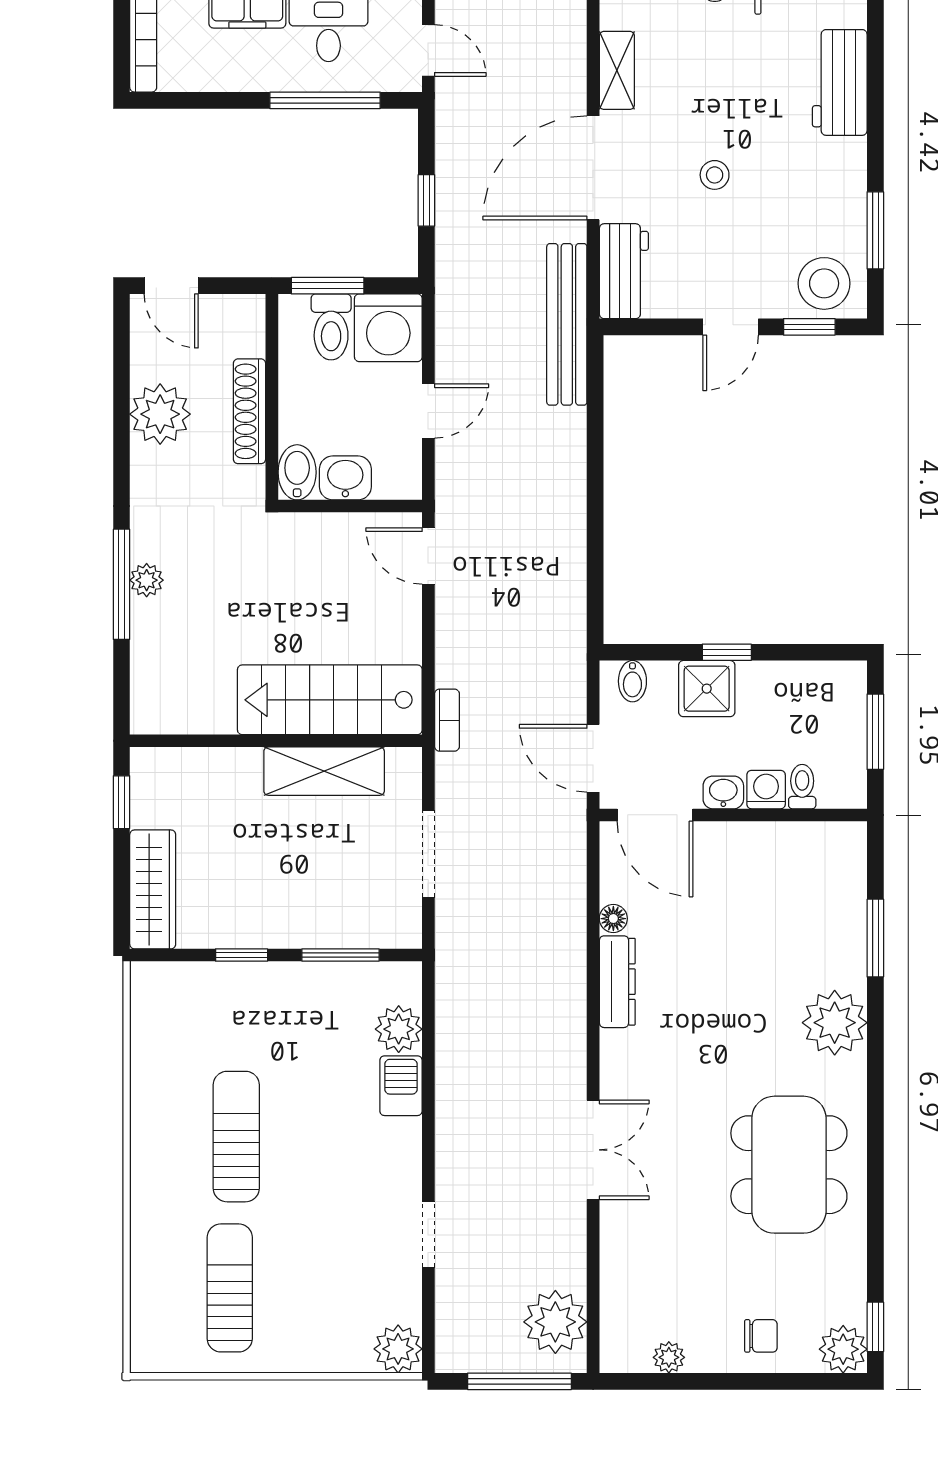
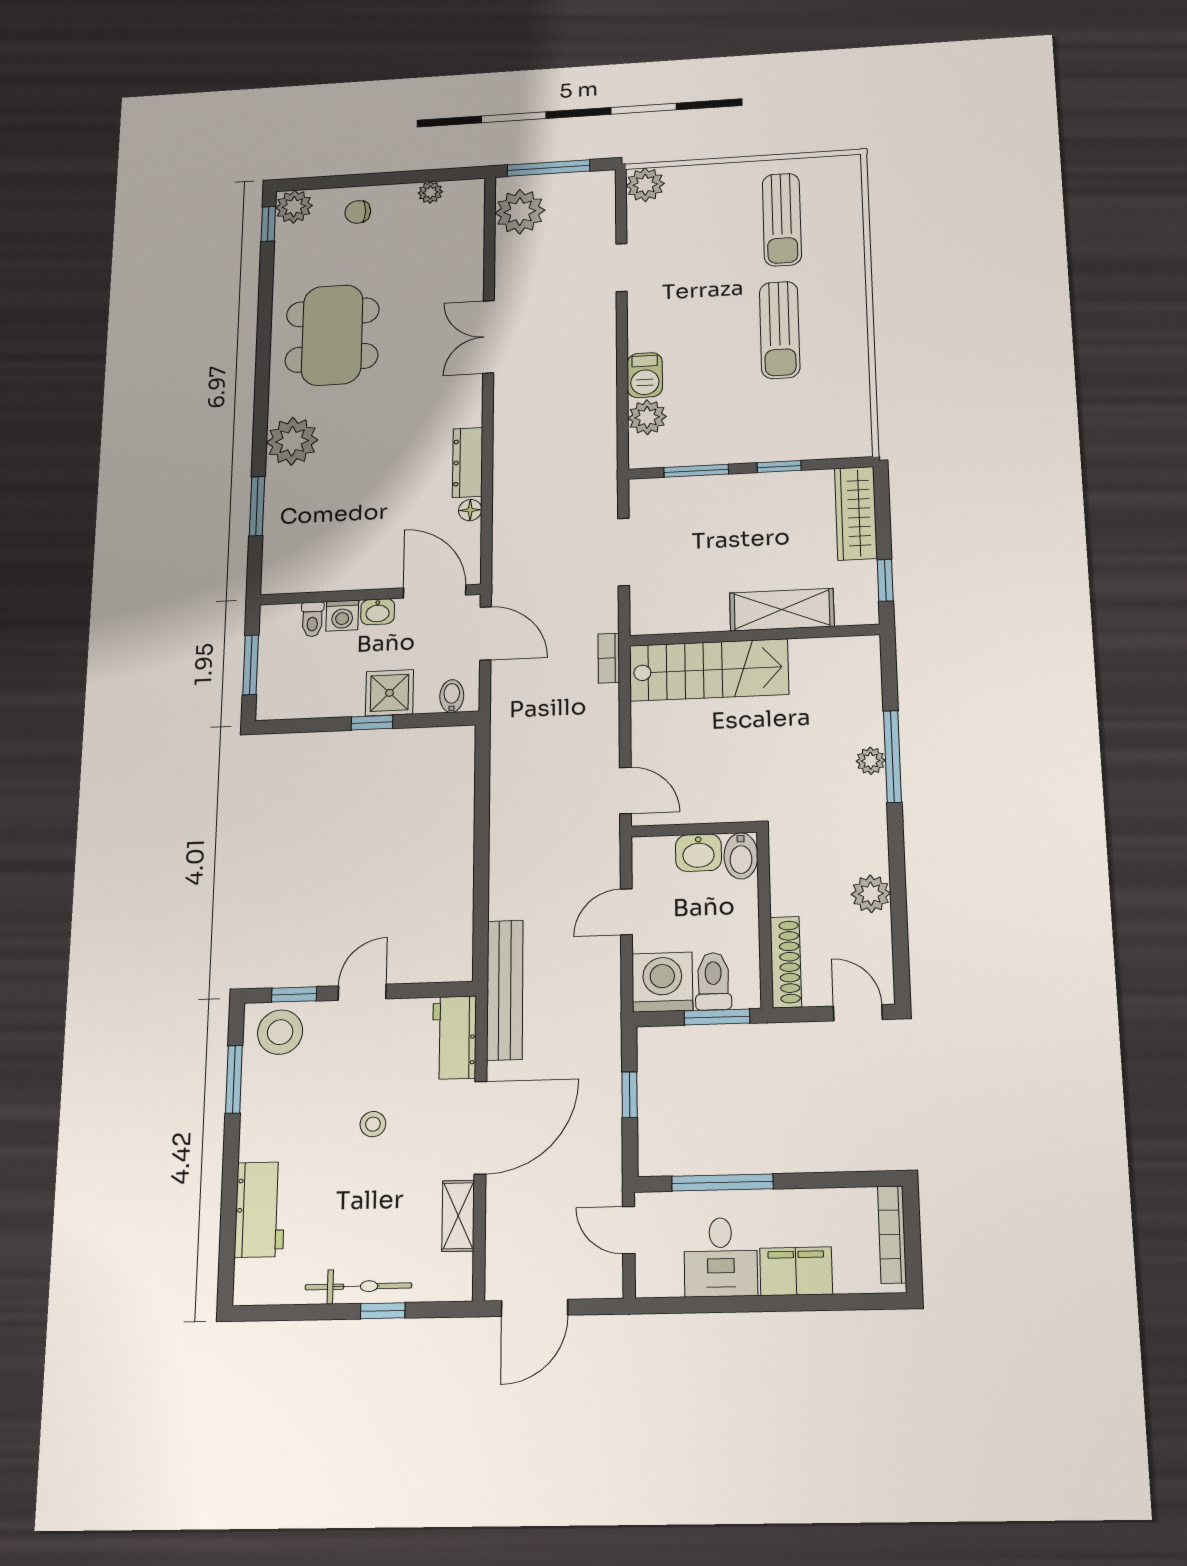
shoe rack: (249, 411) -> (786, 962), moved
plant: (160, 414) -> (871, 894), width x0.73, depth x0.73
shelving: (324, 771) -> (782, 610), moved

